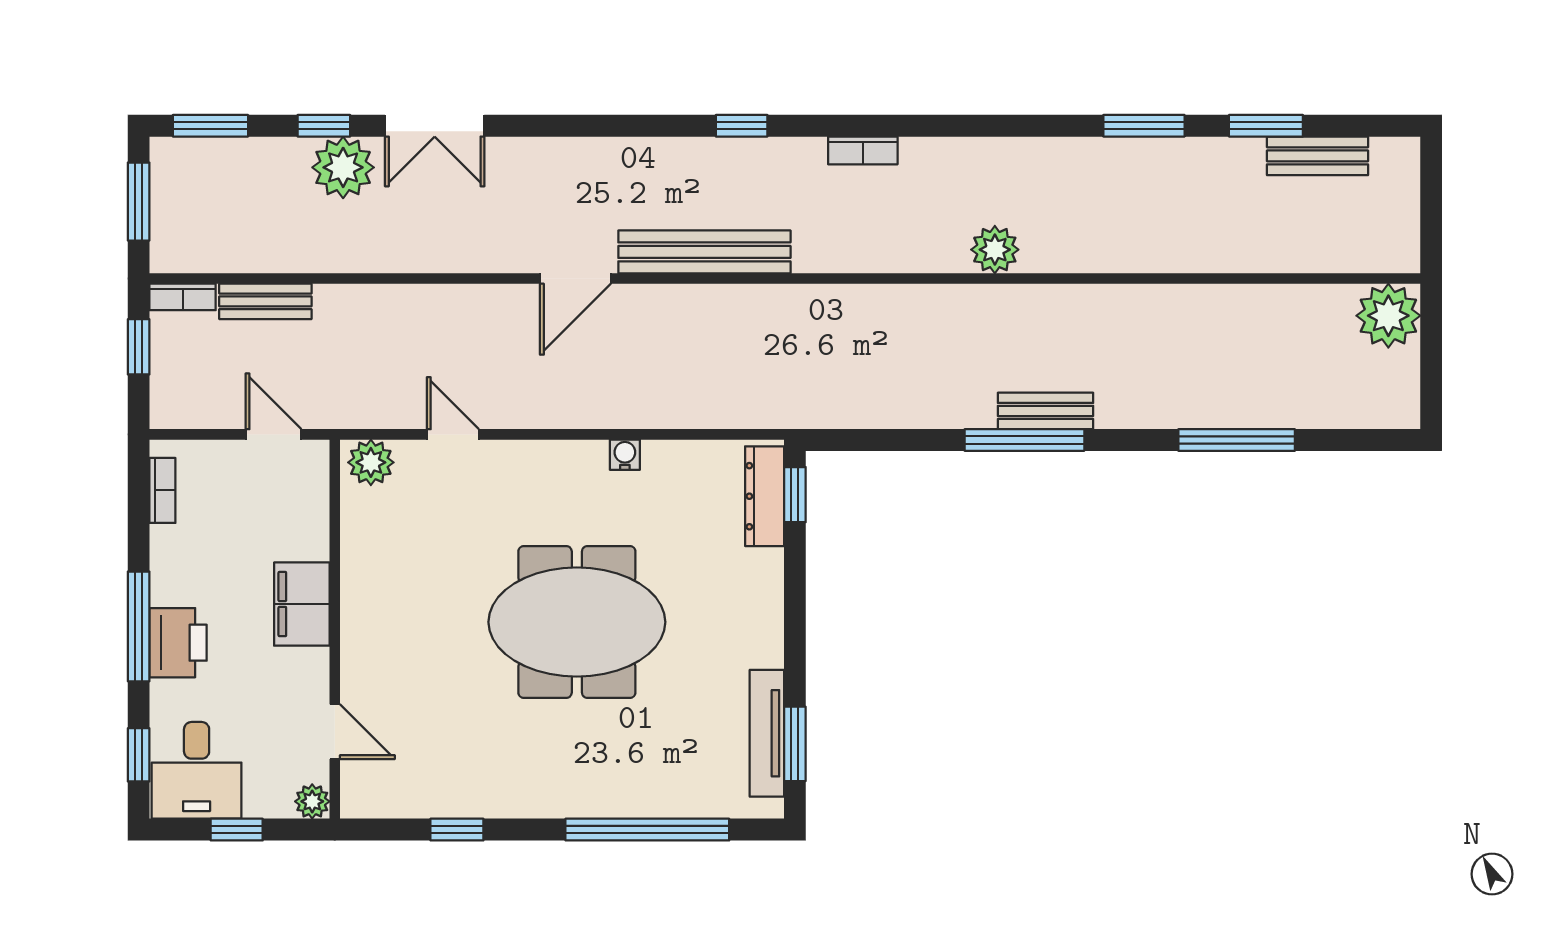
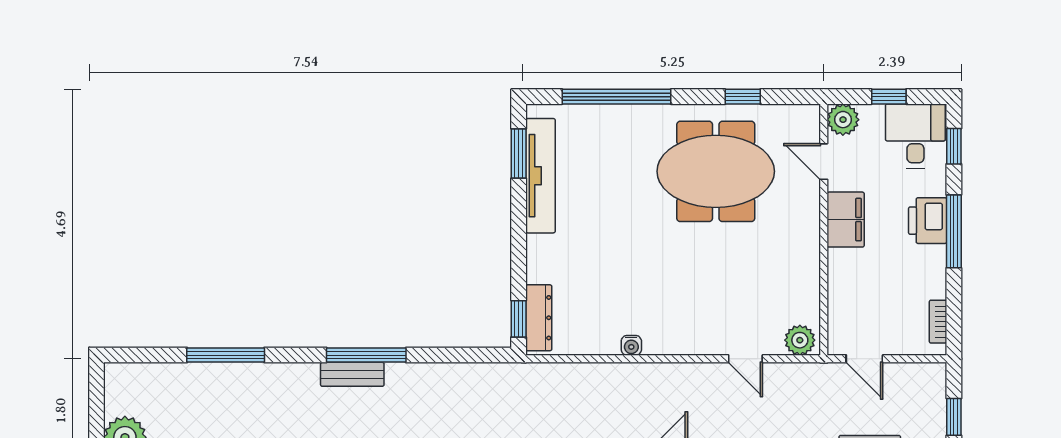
filing cabinet: (302, 604) -> (846, 220), moved
meeting table: (577, 622) -> (716, 171), moved
tv unit: (767, 733) -> (540, 176), width x1.36, depth x1.29
plant: (312, 801) -> (843, 120), width x1.38, depth x1.38

